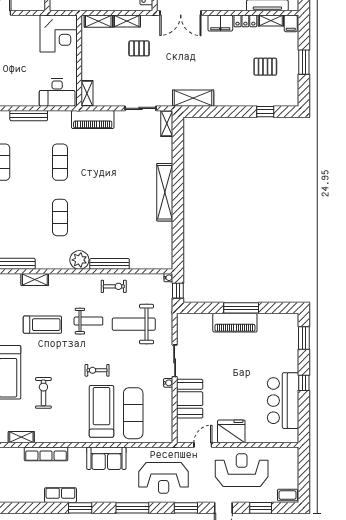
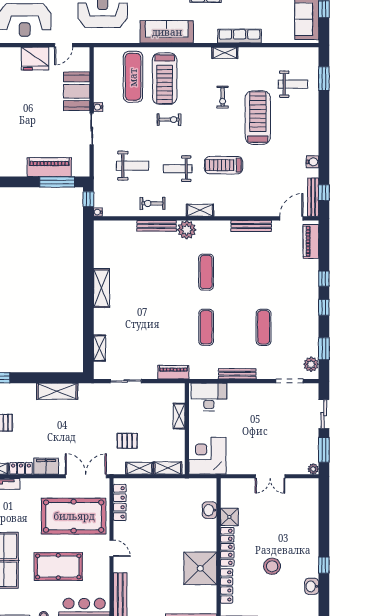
shelving: (87, 93) -> (179, 416), moved
shelving: (193, 98) -> (57, 391), moved
piano: (93, 120) -> (173, 372), width x0.73, depth x0.75
shelving: (167, 123) -> (100, 348), moved
shelving: (165, 192) -> (102, 288), width x0.68
shelving: (35, 279) -> (200, 210), moved
window: (241, 308) -> (57, 182), moved
piano: (235, 323) -> (49, 167), moved
weight bench: (134, 324) -> (132, 166), width x0.73, depth x0.75
exercise bike: (43, 393) -> (223, 97), width x0.73, depth x0.72
shelving: (21, 437) -> (225, 53), moved
row of seats: (46, 454) -> (240, 36), moved
sofa: (106, 458) -> (167, 32), width x1.36

